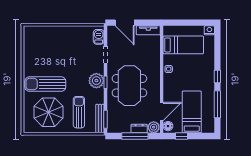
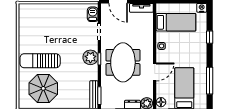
window: (217, 77) -> (210, 37), moved
door: (162, 111) -> (155, 72), moved
sun lounger: (79, 112) -> (73, 88), removed

